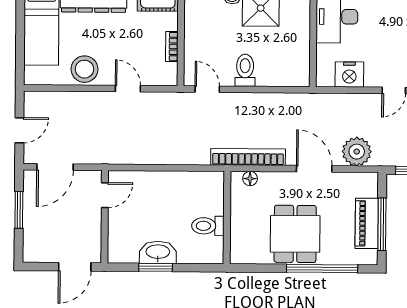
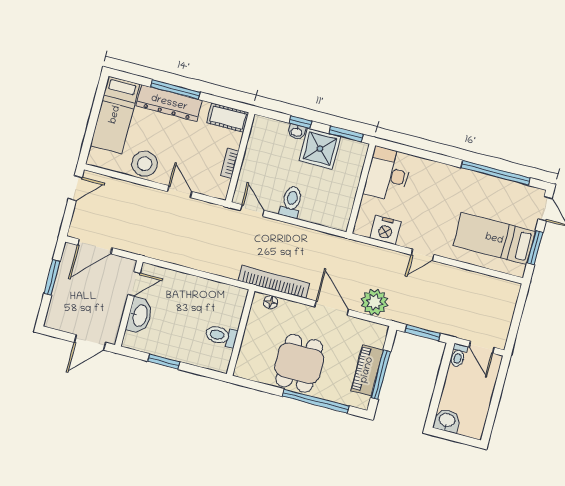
door: (19, 130) -> (75, 188), moved
washbasin: (158, 252) -> (140, 315), moved, turned 90

